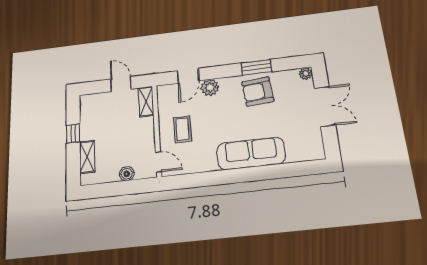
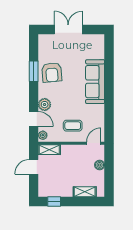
plant: (306, 73) -> (43, 135), moved
window: (73, 134) -> (54, 202), moved

